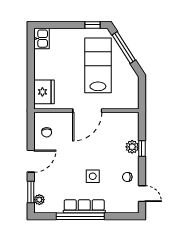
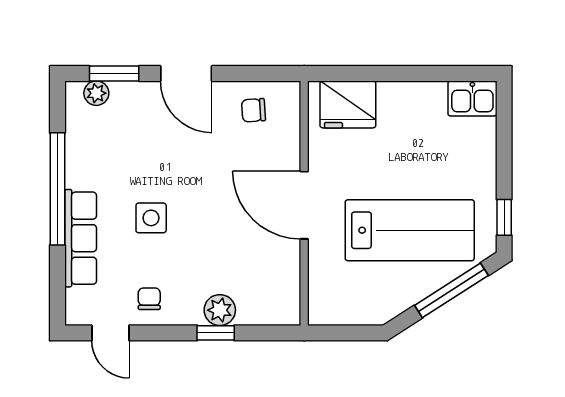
door: (142, 194) -> (110, 333), hinge flipped
row of seats: (84, 206) -> (81, 238), moved

